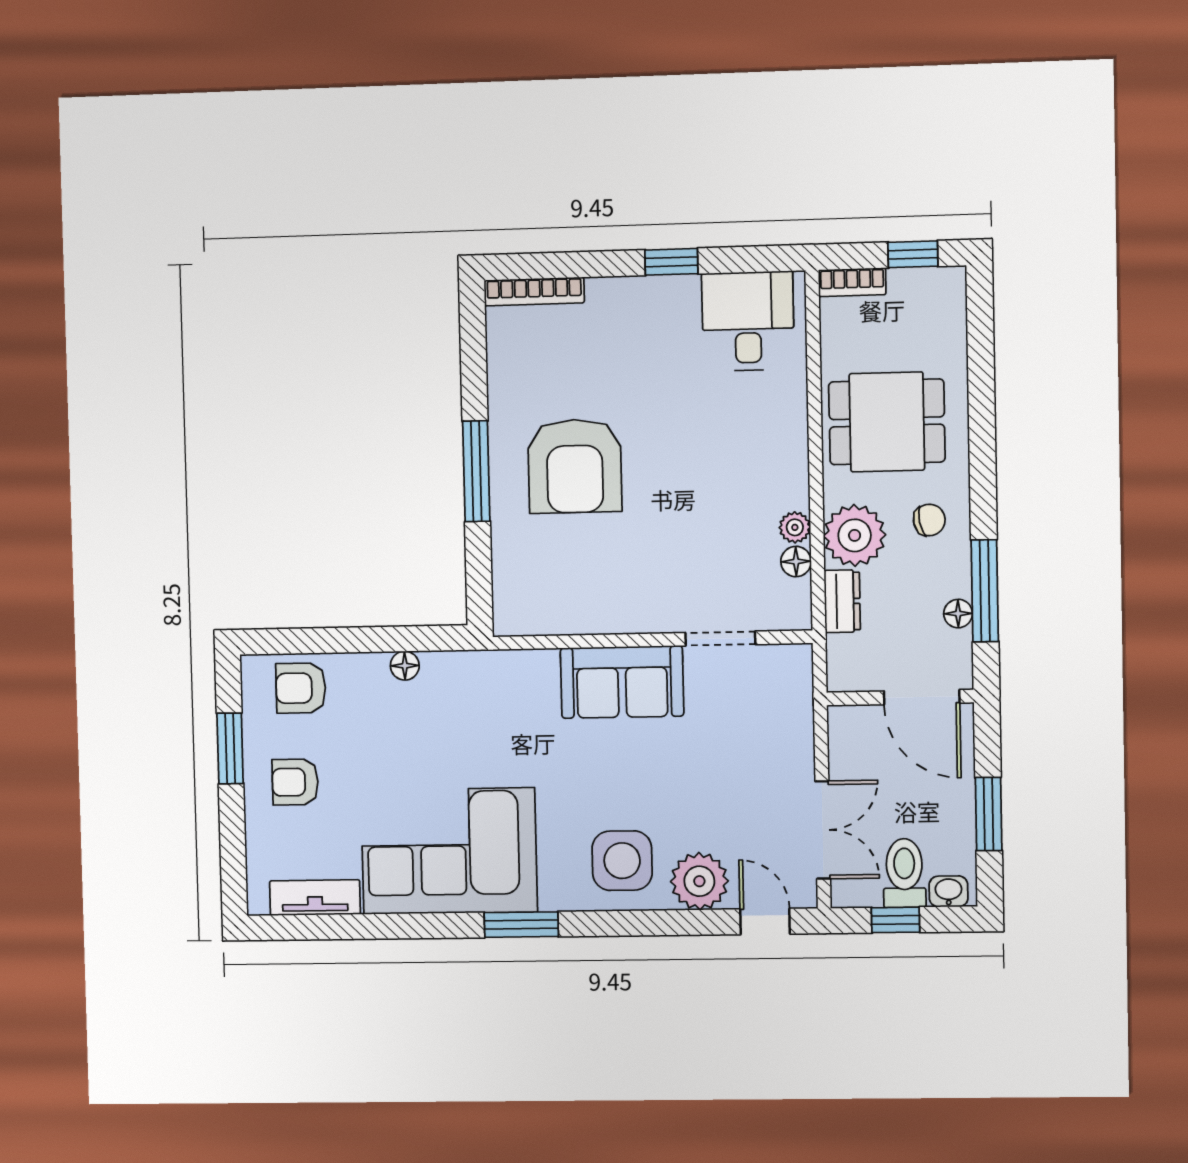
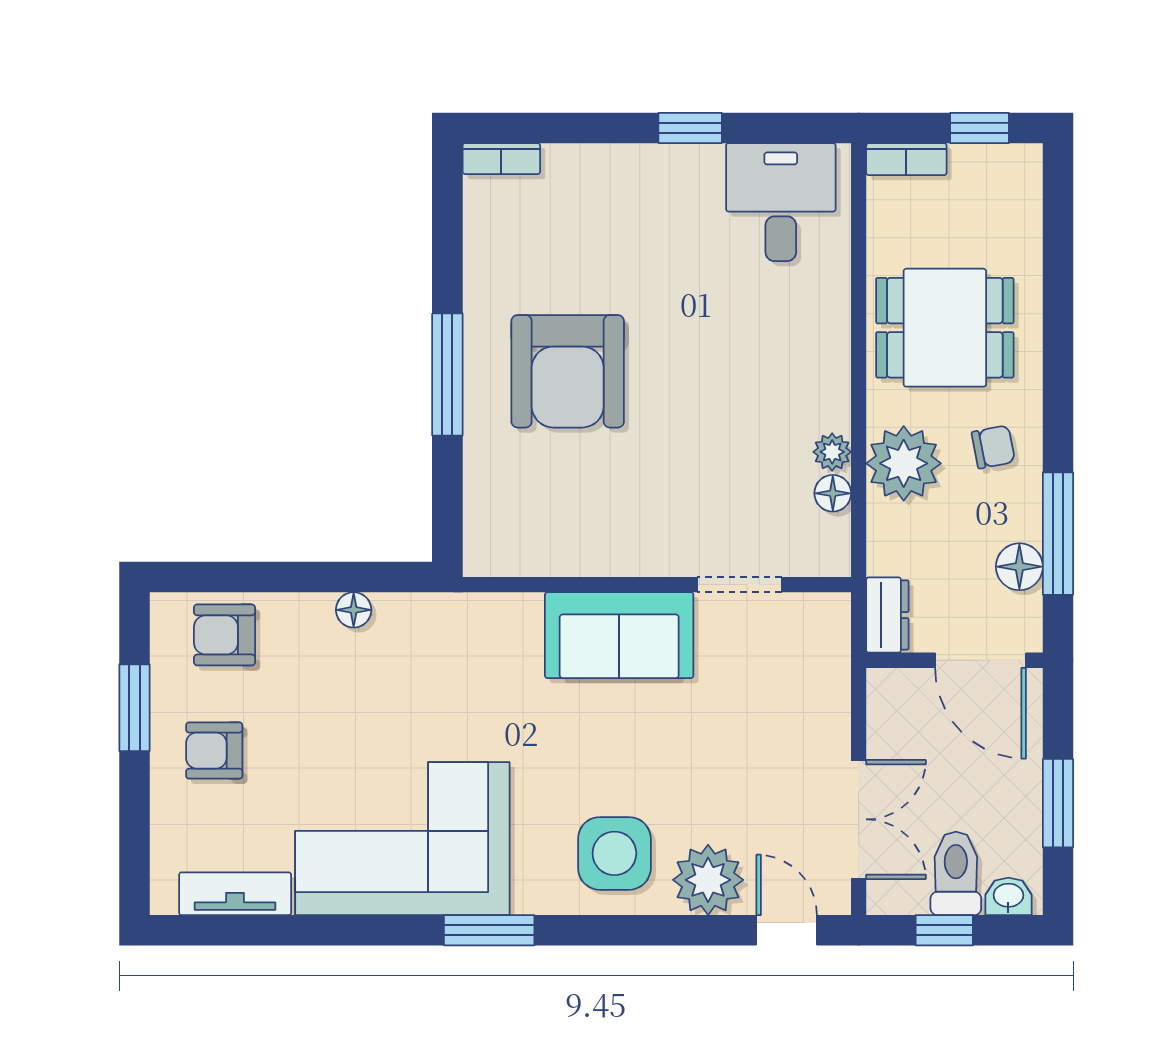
bookcase: (534, 291) -> (501, 159), width x0.64
dresser: (842, 601) -> (887, 615), moved
floor lamp: (958, 614) -> (1019, 567), width x1.37, depth x1.37

